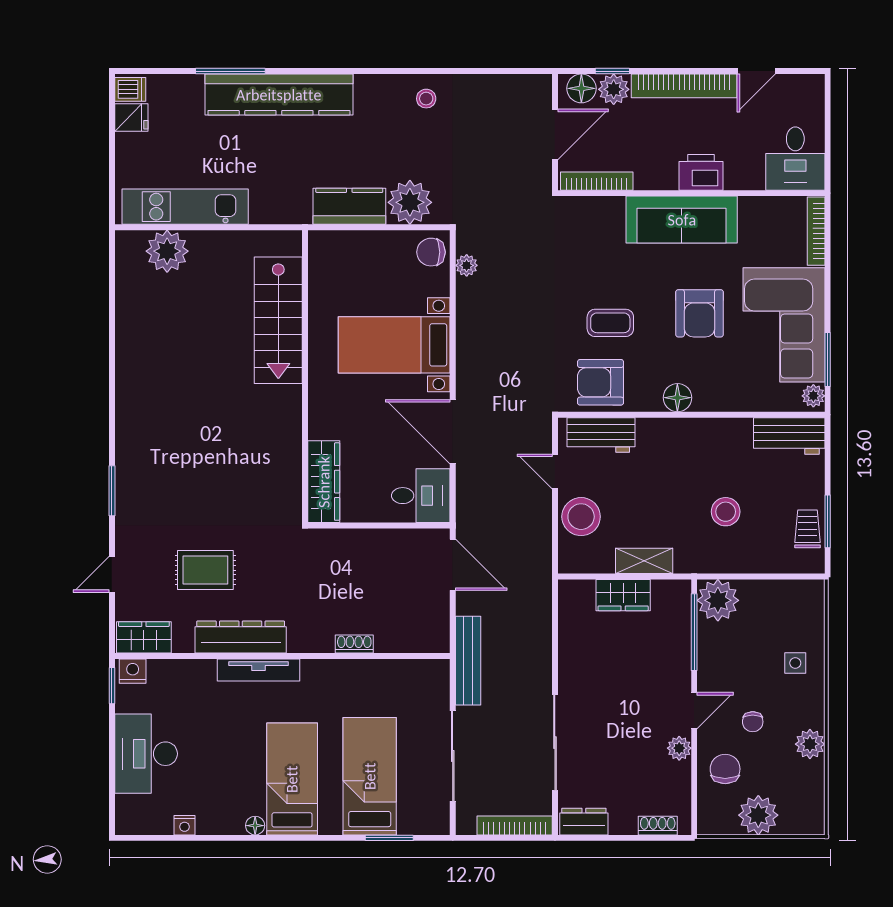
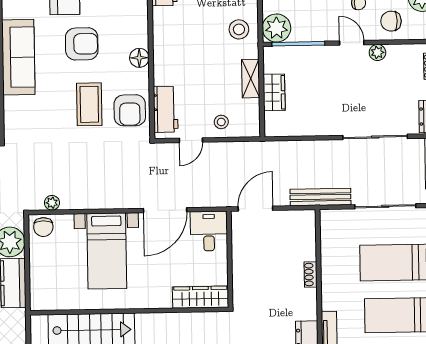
coffee table: (610, 323) -> (89, 104), width x1.36, depth x1.30
stool: (726, 512) -> (239, 29), moved
stool: (581, 517) -> (221, 122), width x0.53, depth x0.53

